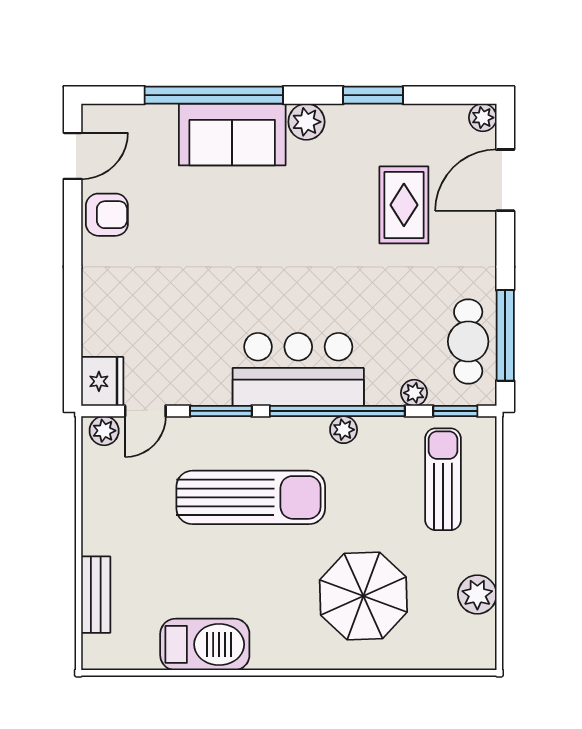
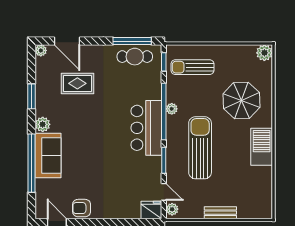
armchair: (107, 215) -> (82, 208), turned -90
plant: (414, 393) -> (156, 79), removed
plant: (477, 594) -> (264, 53), moved
bench: (96, 595) -> (220, 213), moved
barbecue: (205, 644) -> (262, 147), moved

